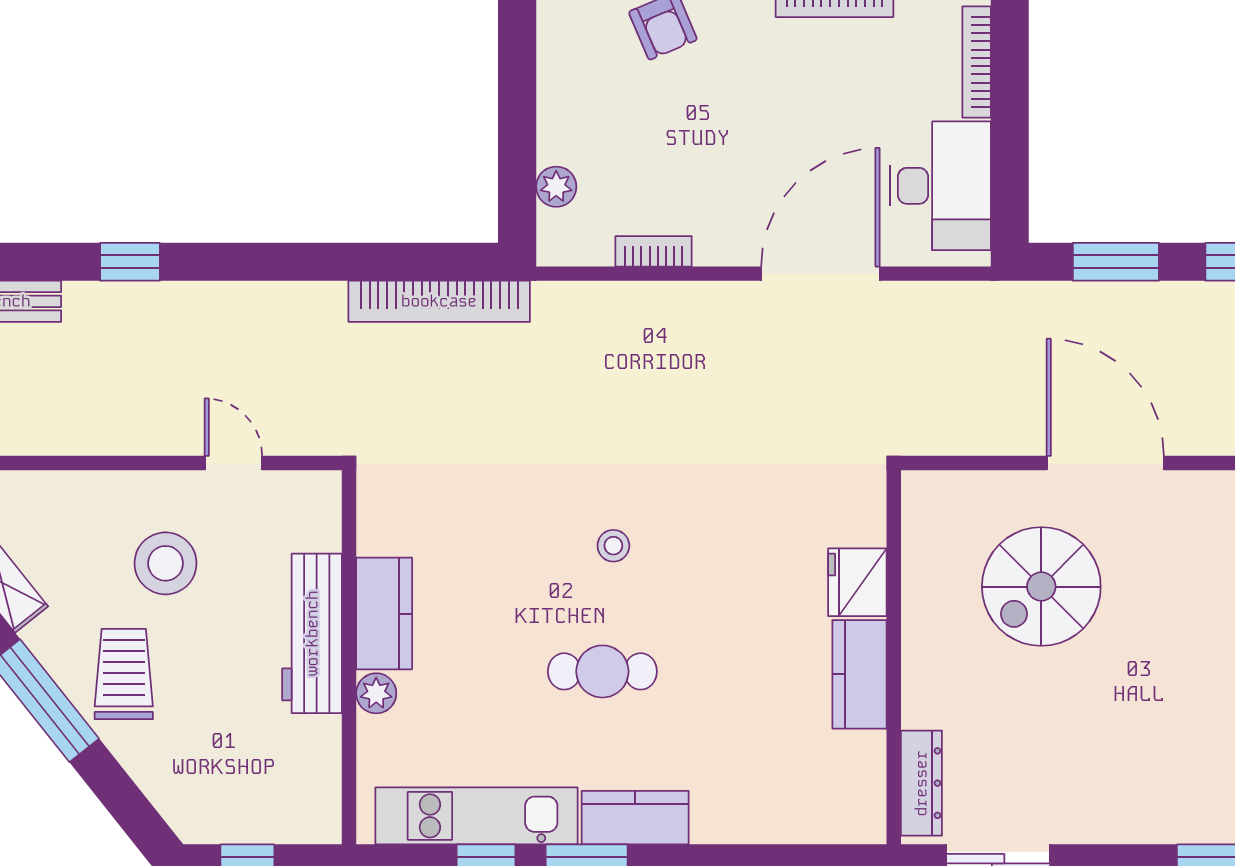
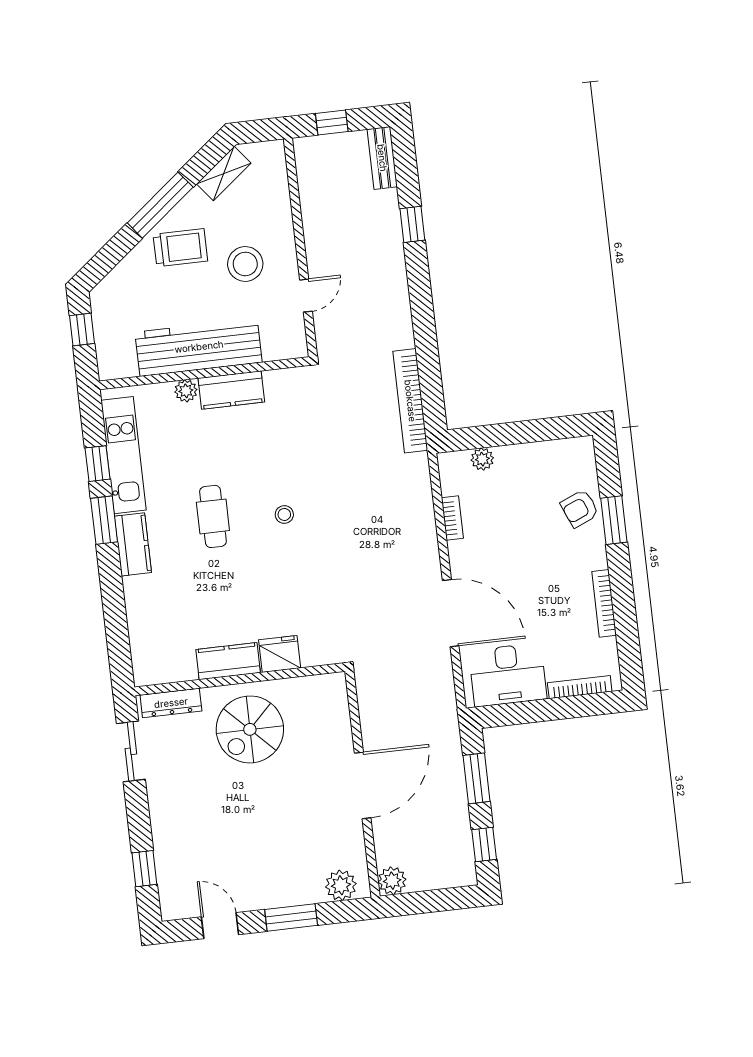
spiral stairs: (1041, 587) -> (250, 729), moved, turned -90
workbench: (312, 633) -> (199, 347), width x1.36, depth x1.32

